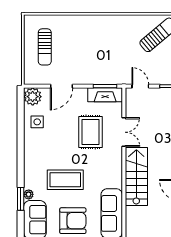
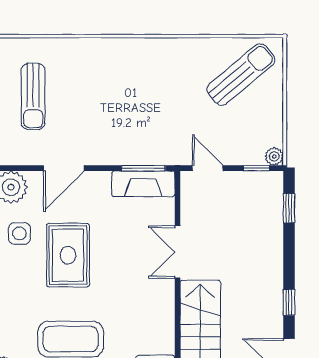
rug: (90, 132) -> (68, 255), moved
double door: (124, 132) -> (177, 252), swing flipped

